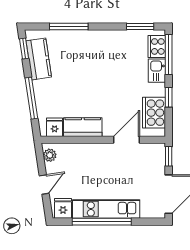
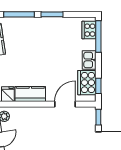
window: (140, 27) -> (52, 14), moved
kitchen sink: (157, 71) -> (89, 60), moved
window: (169, 97) -> (98, 86), moved

